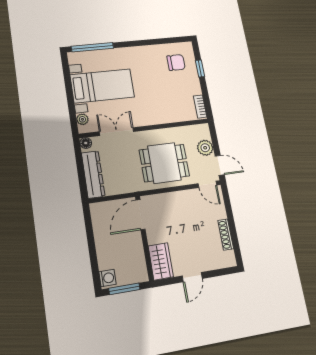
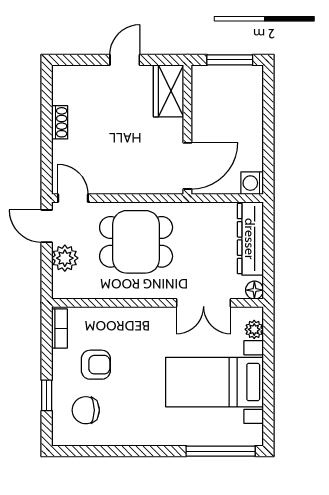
armchair: (175, 88) -> (96, 365), added
shoe rack: (226, 235) -> (60, 122), width x0.70
washing machine: (107, 278) -> (252, 183), moved

